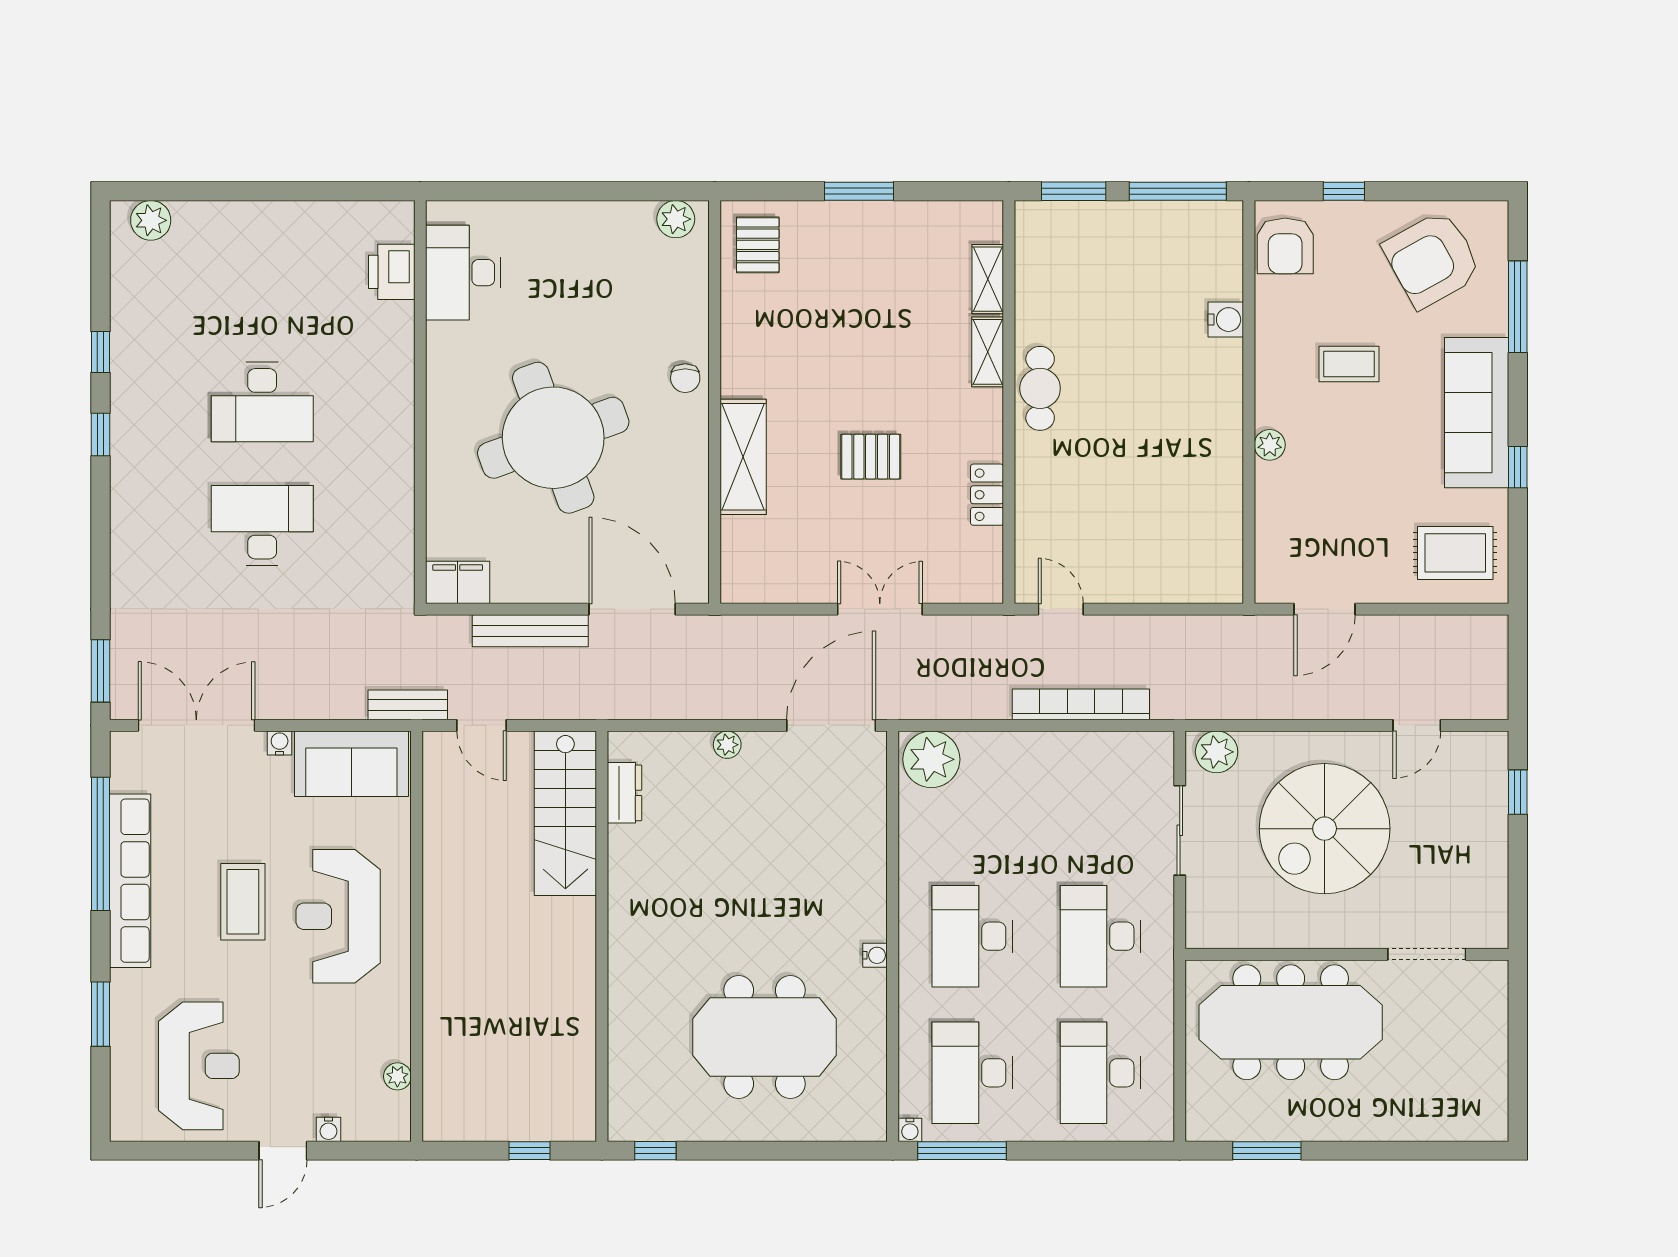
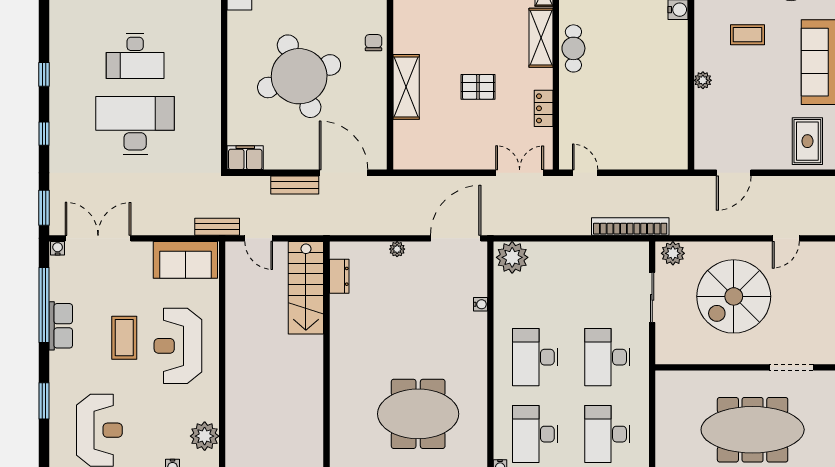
window: (100, 352) -> (44, 134), moved
shelving: (988, 352) -> (541, 38), width x1.50, depth x1.33
chair: (685, 378) -> (373, 43), turned 180
desk: (262, 525) -> (135, 126), width x1.36, depth x1.30
rug: (1455, 553) -> (807, 141), turned 90
double door: (880, 609) -> (520, 173), moved
bench: (530, 631) -> (295, 185), width x0.73
bookcase: (1081, 704) -> (630, 227), moved
water cooler: (280, 743) -> (58, 248), moved
row of seats: (130, 881) -> (61, 326), width x0.50
water cooler: (875, 955) -> (480, 304), moved
meeting table: (1291, 1022) -> (753, 430), moved
plant: (397, 1076) -> (205, 436), width x1.87, depth x1.87

